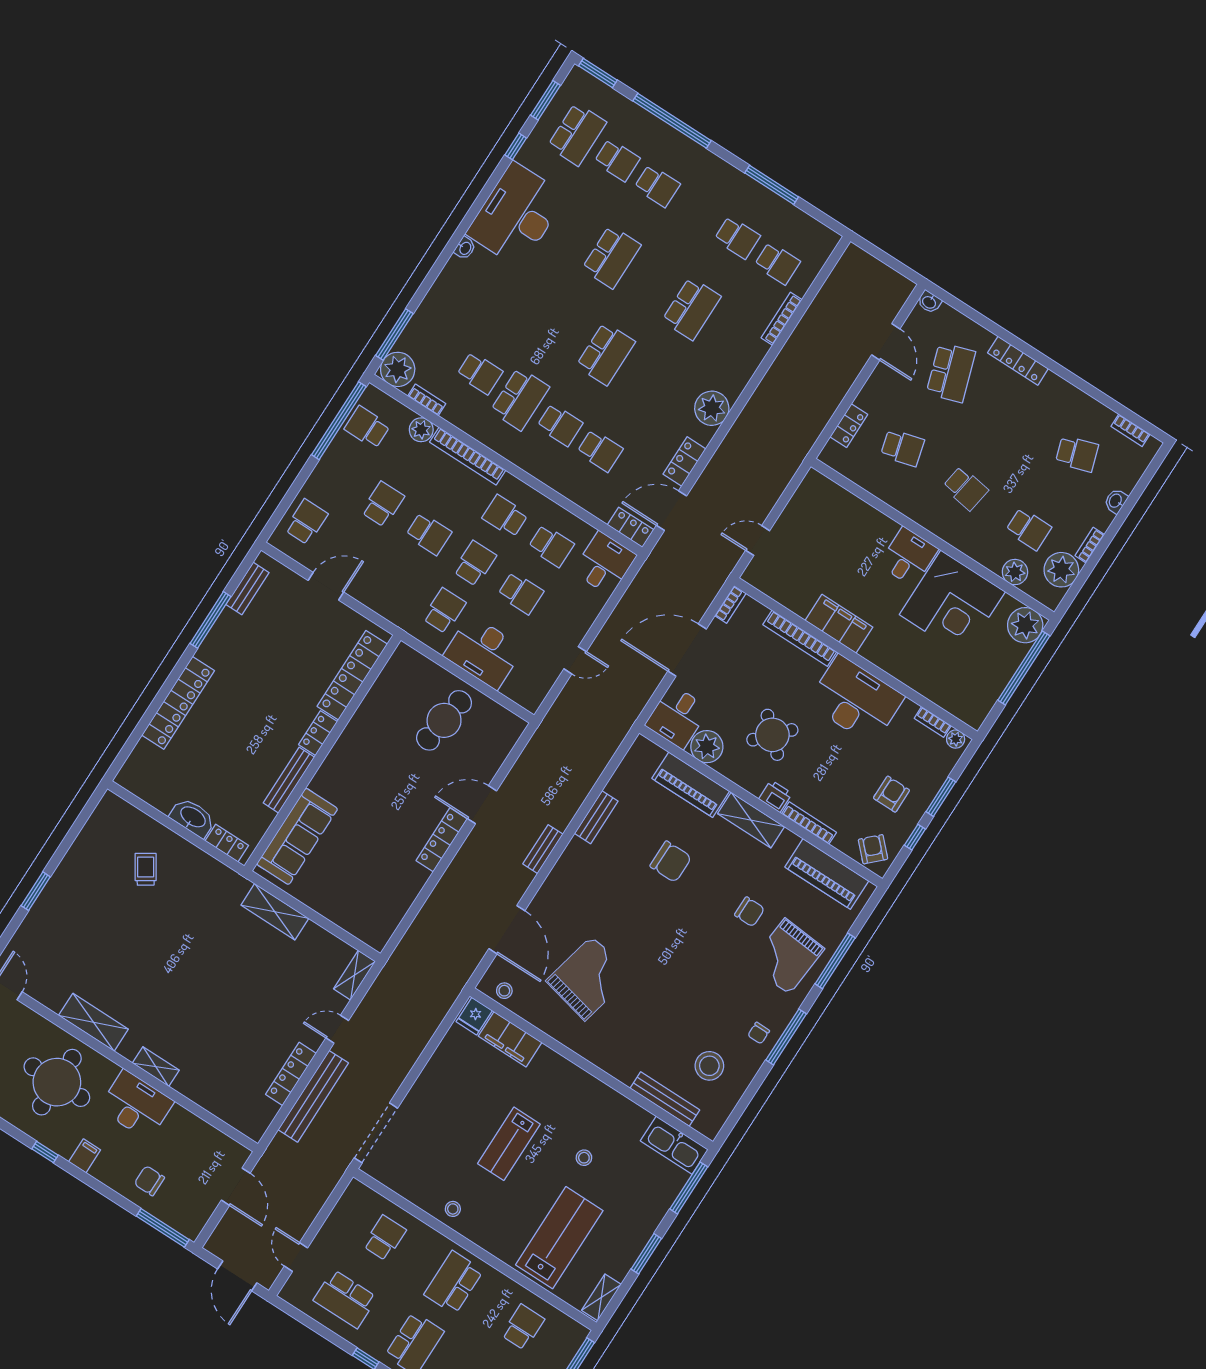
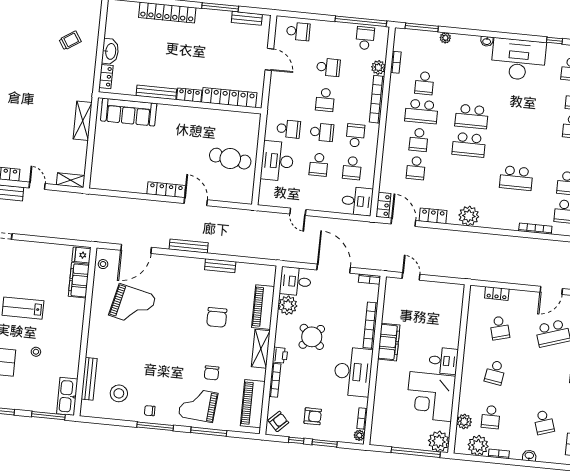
school desk: (611, 257) -> (472, 116), moved
plant: (398, 369) -> (445, 38), moved, width x0.53, depth x0.53
bench: (543, 849) -> (189, 246), width x1.36

